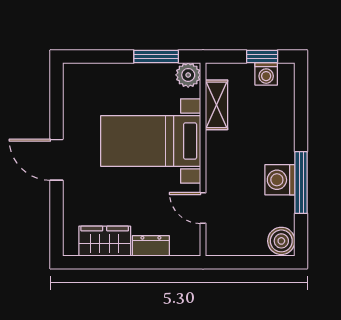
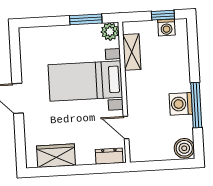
dresser: (151, 246) -> (109, 156), moved

